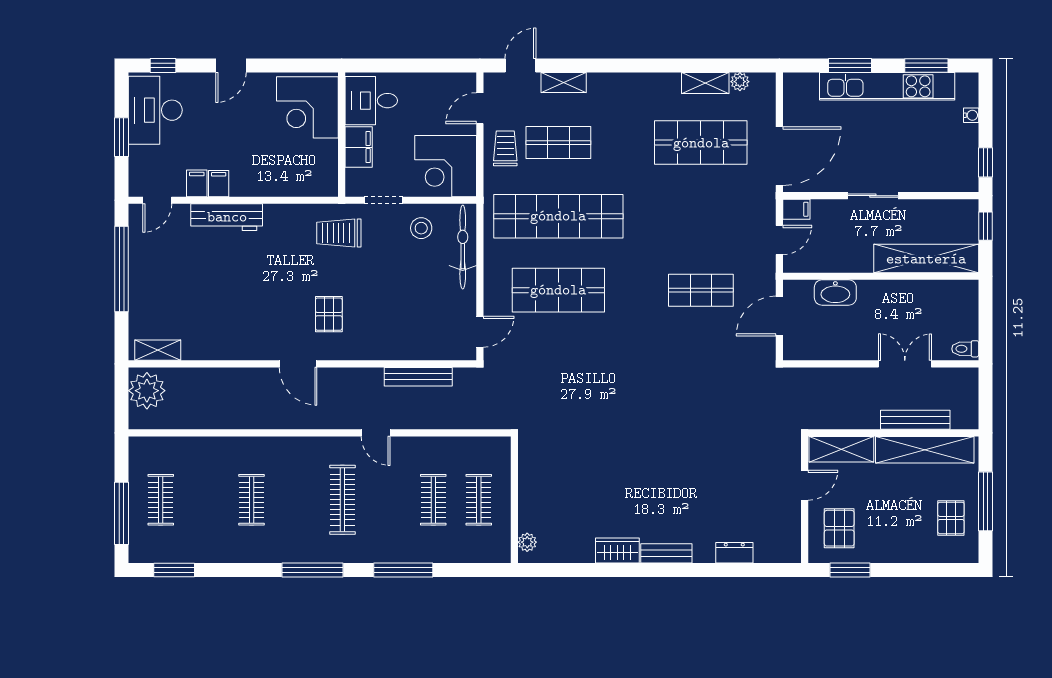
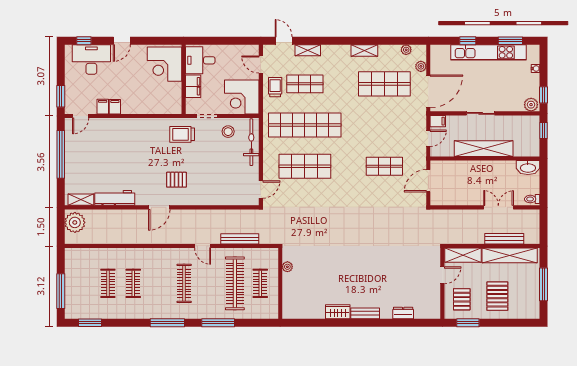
door: (520, 65) -> (284, 41), hinge flipped
window: (850, 65) -> (468, 41), width x0.67
shelving: (705, 83) -> (364, 50), moved
door: (480, 108) -> (261, 65), hinge flipped
desk: (155, 110) -> (91, 60), moved, turned 90
plant: (766, 111) -> (421, 66), added
window: (122, 137) -> (61, 96), moved
plant: (963, 180) -> (531, 105), added
workbench: (227, 217) -> (115, 198), moved, turned 180
shelving: (926, 259) -> (484, 149), moved
washbasin: (835, 292) -> (528, 168), moved
pallet: (329, 314) -> (176, 180), turned 90
door: (298, 364) -> (159, 207), hinge flipped
bench: (418, 377) -> (240, 239), moved
clothes rail: (161, 500) -> (108, 283), moved
clothes rail: (433, 500) -> (235, 283), width x1.86, depth x1.31
pallet: (951, 518) -> (497, 296), moved, width x1.50, depth x1.42
plant: (527, 542) -> (287, 267), moved

